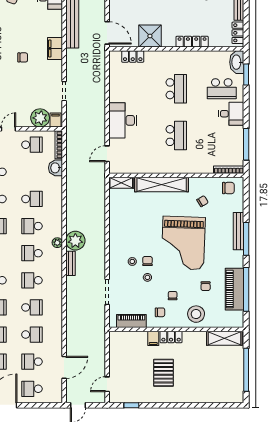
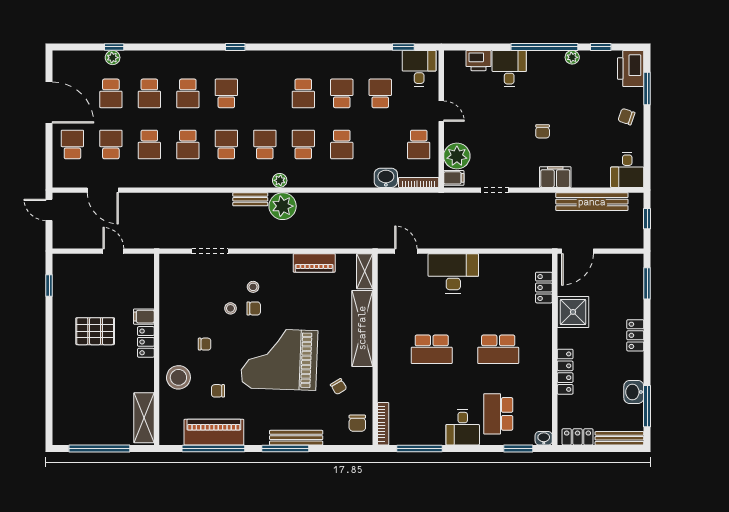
washbasin: (237, 62) -> (544, 438), width x0.52, depth x0.69
chair: (160, 312) -> (181, 326), removed
piano: (131, 321) -> (314, 263), moved, turned 90
door: (107, 384) -> (113, 251), moved

